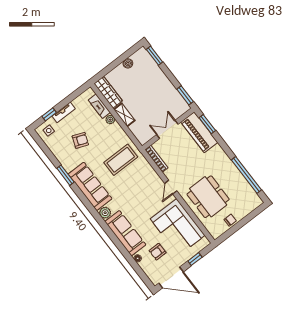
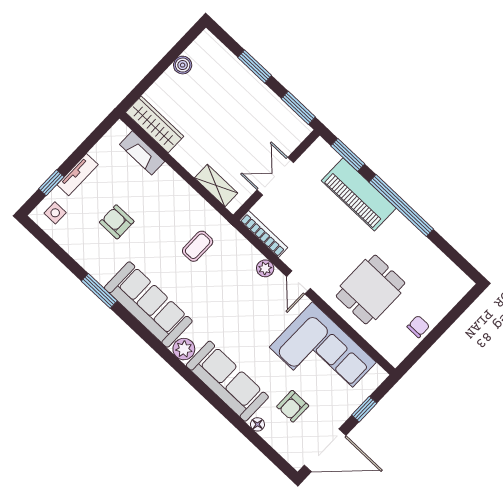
window: (154, 56) -> (255, 66), moved
shelving: (124, 115) -> (216, 185), moved
plant: (110, 120) -> (265, 268), moved
piano: (199, 132) -> (359, 194), moved
armchair: (80, 140) -> (117, 222), turned -111
coffee table: (121, 160) -> (198, 246), width x0.54, depth x0.58
window: (246, 175) -> (401, 206), moved
dining table: (208, 197) -> (371, 289), width x0.73

